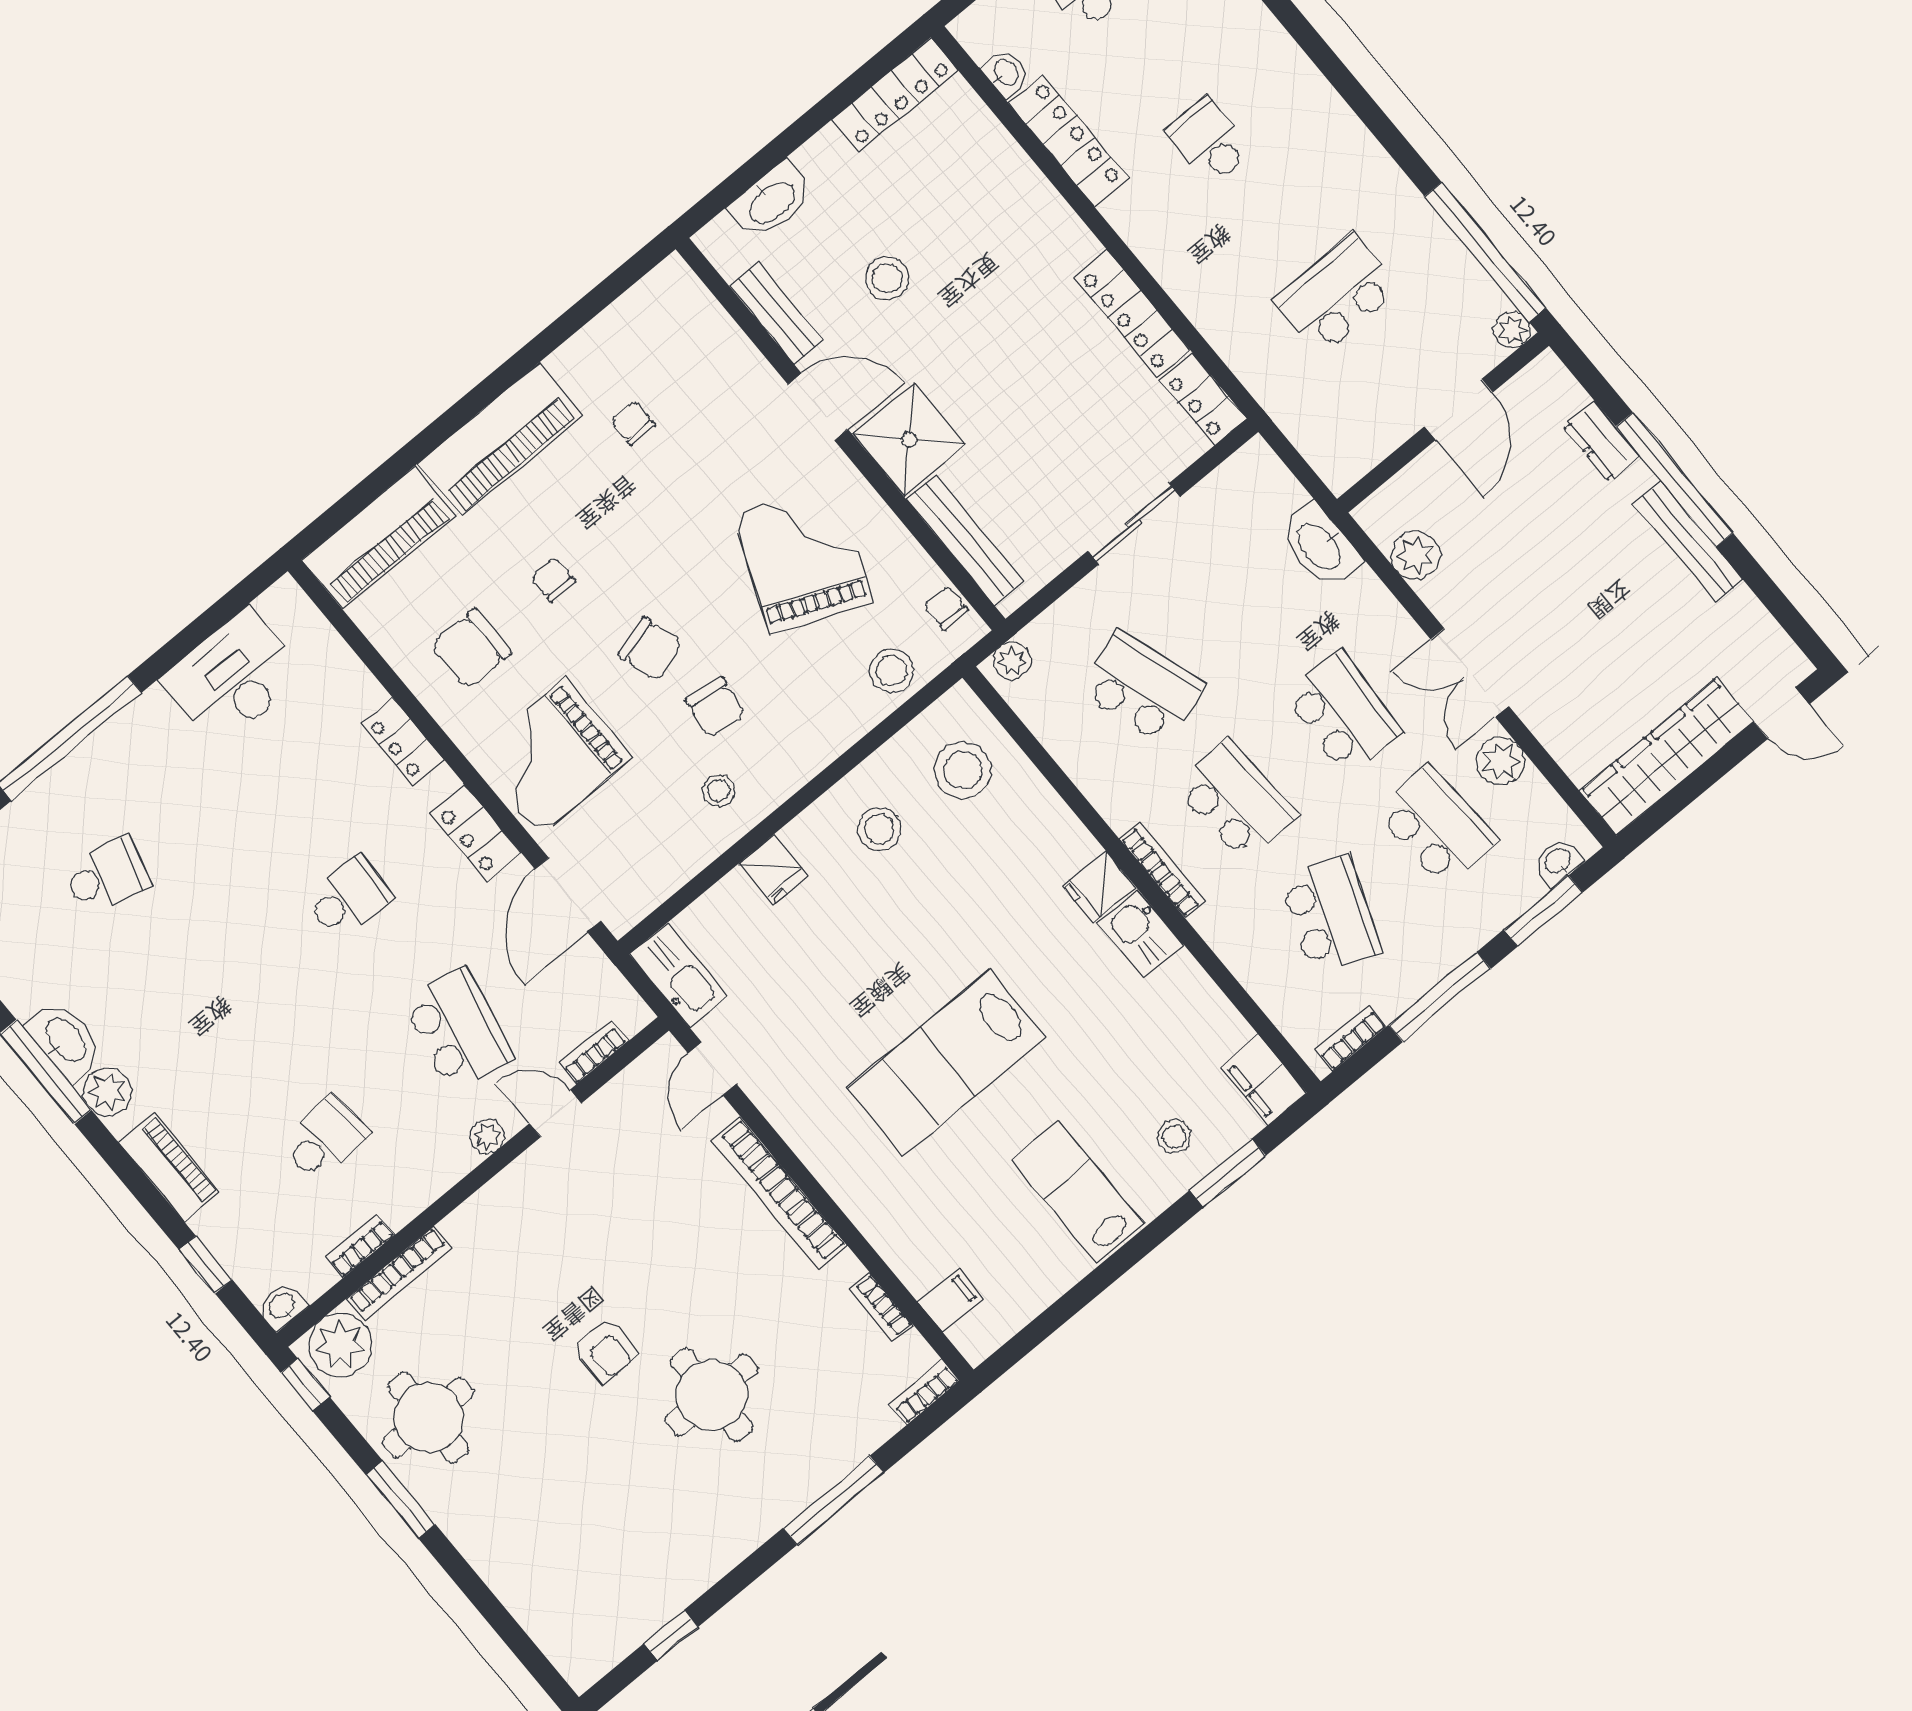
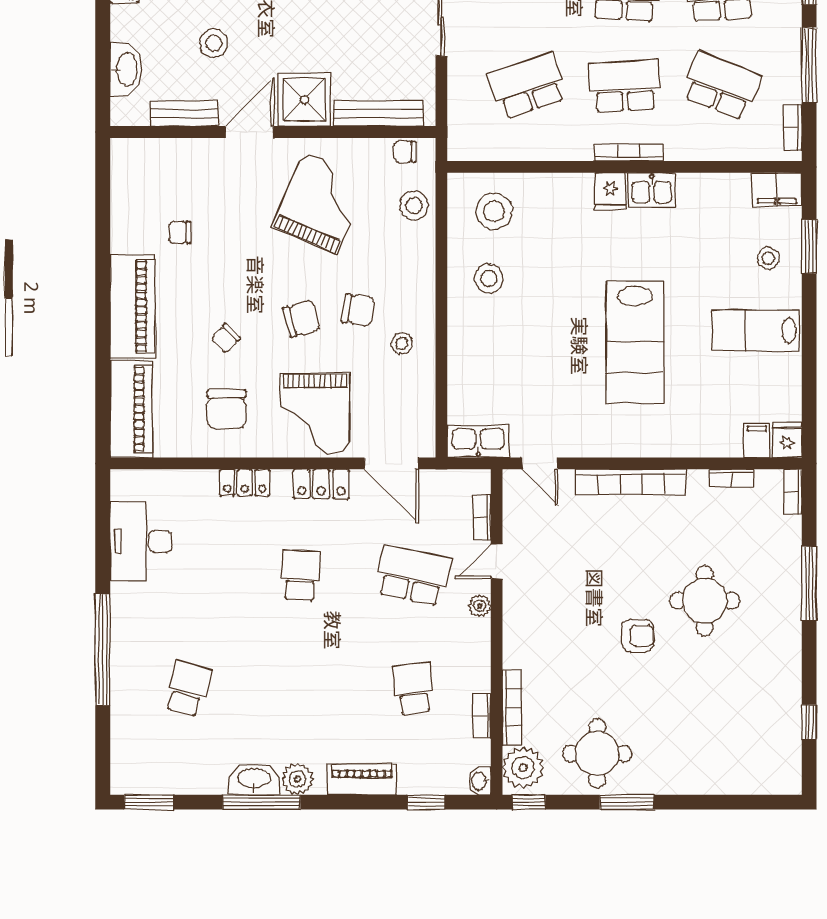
grand piano: (803, 559) -> (320, 203), turned 90
chair: (553, 579) -> (226, 338), turned -46
plant: (1012, 661) -> (459, 141), removed
fridge: (773, 870) -> (787, 440), moved, turned -90

